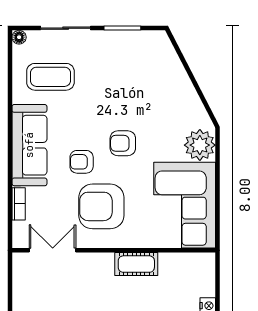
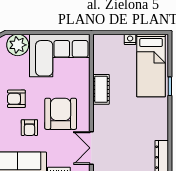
armchair: (123, 143) -> (16, 99), turned 90
armchair: (101, 206) -> (61, 114), turned 180

